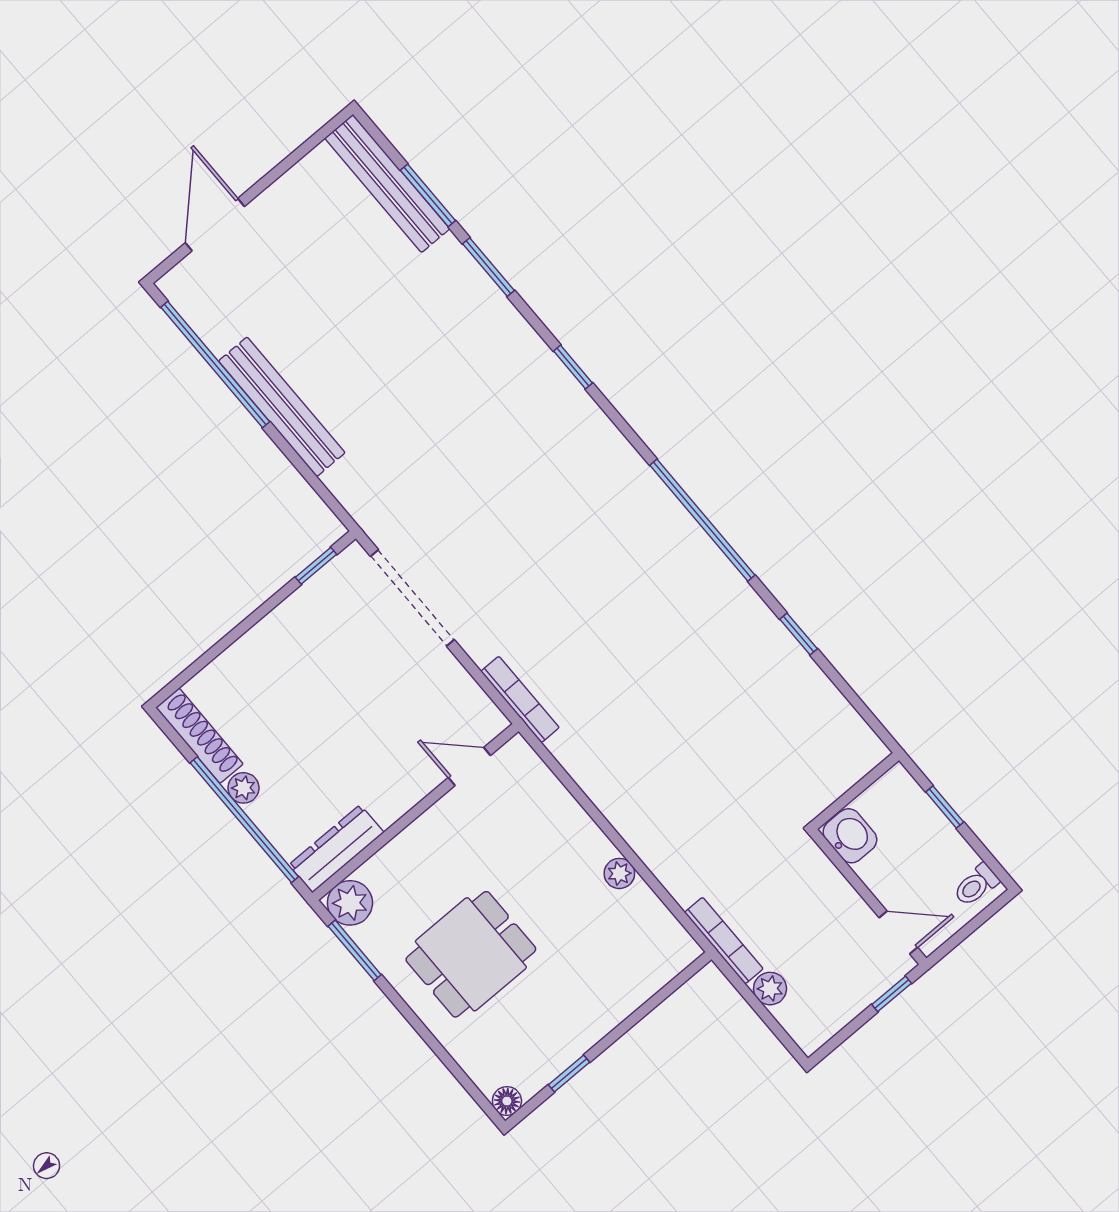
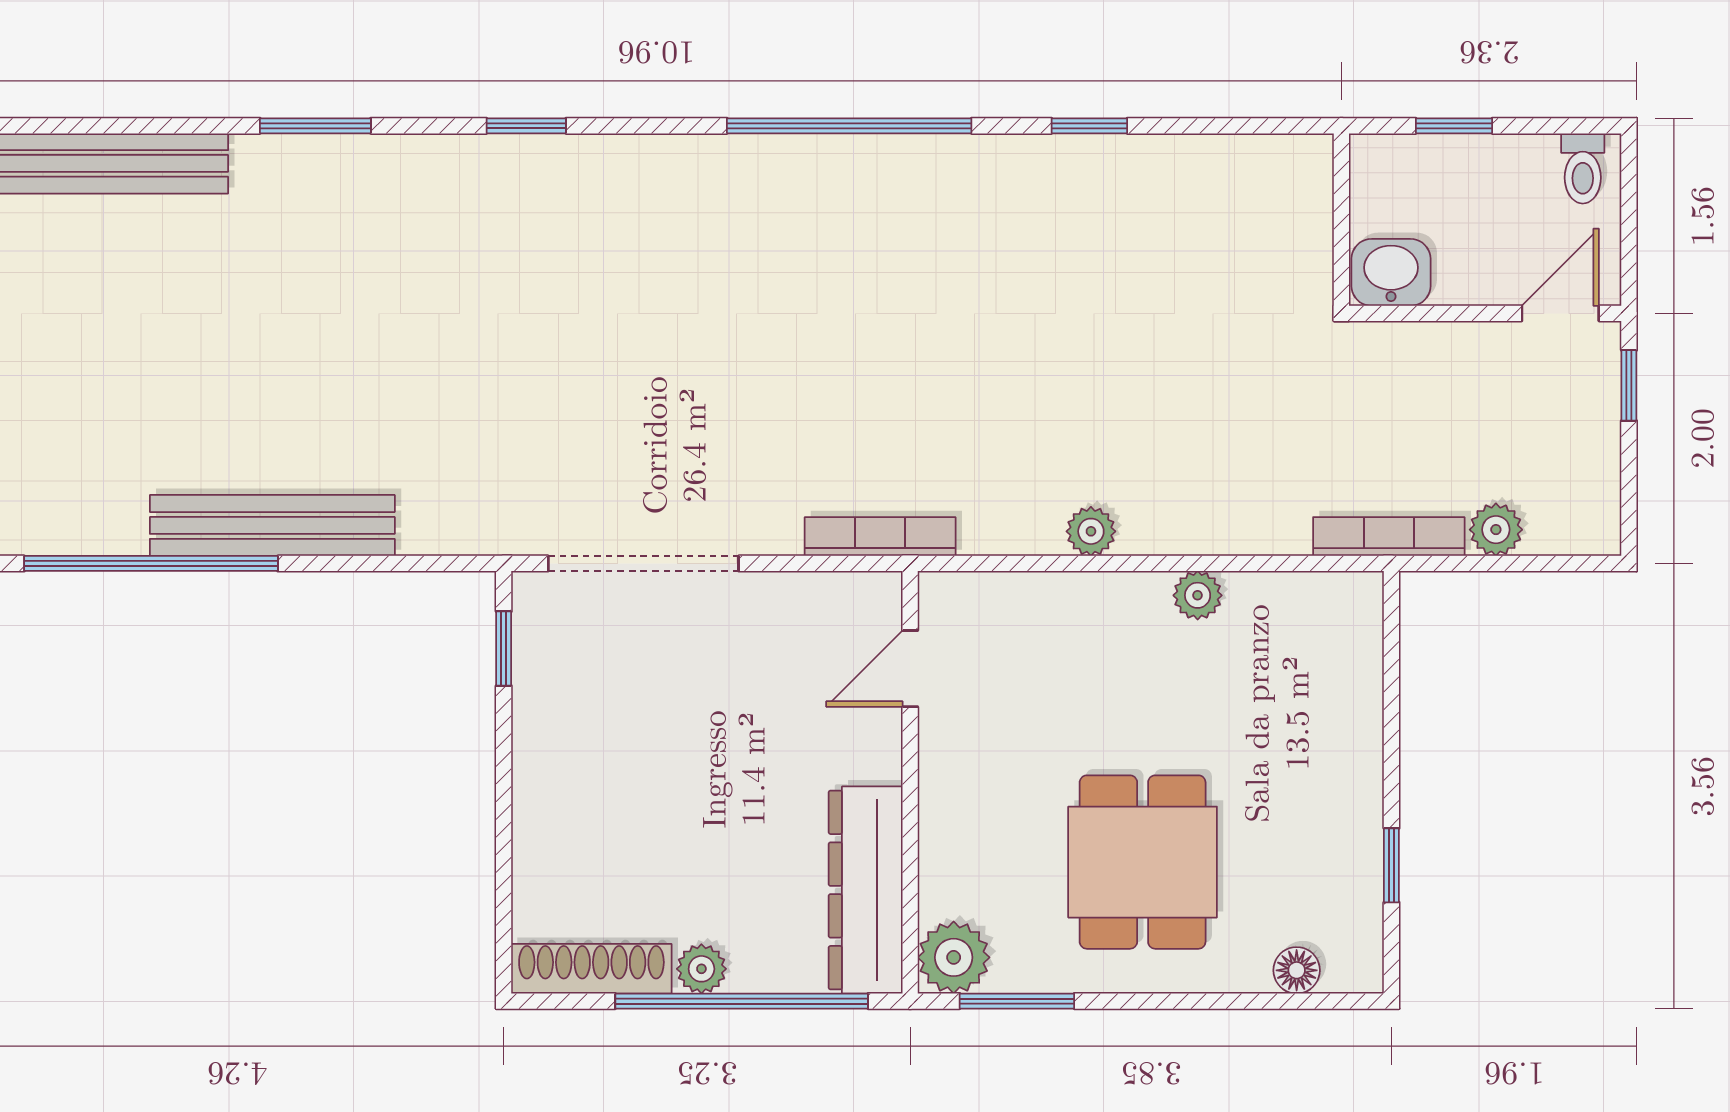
window: (428, 195) -> (164, 126), removed
plant: (607, 797) -> (1091, 531), added
dresser: (336, 849) -> (866, 890), width x1.37, depth x1.24
floor lamp: (507, 1101) -> (1297, 970), moved

